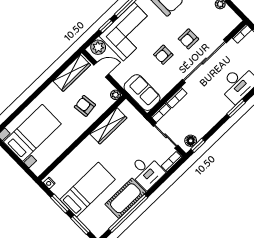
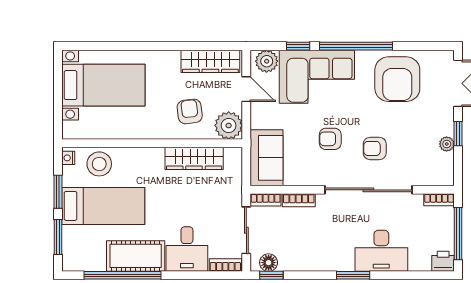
plant: (116, 95) -> (229, 125), width x1.88, depth x1.88
stool: (66, 172) -> (99, 164), added

